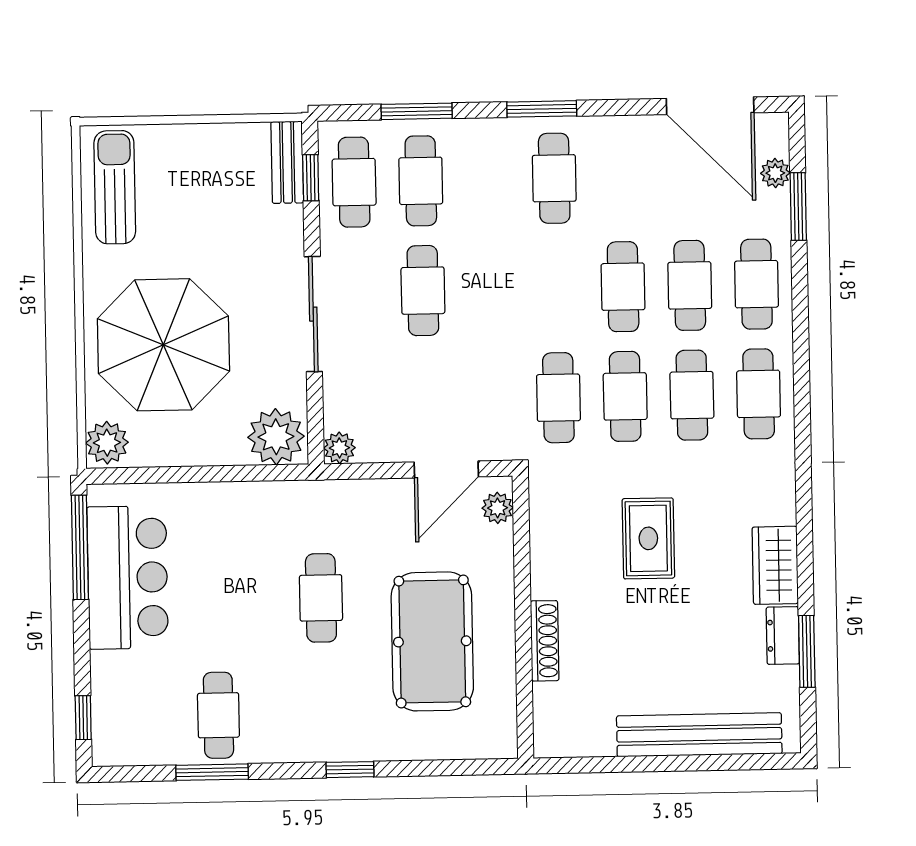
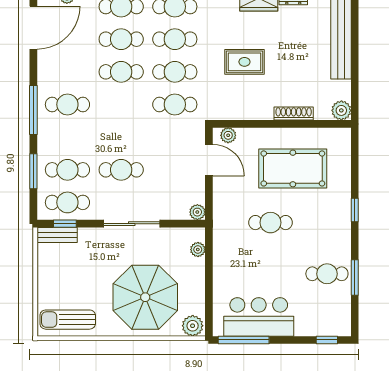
window: (542, 109) -> (33, 110), width x1.44
plant: (276, 437) -> (198, 250), width x0.53, depth x0.53
plant: (553, 738) -> (341, 110), added

